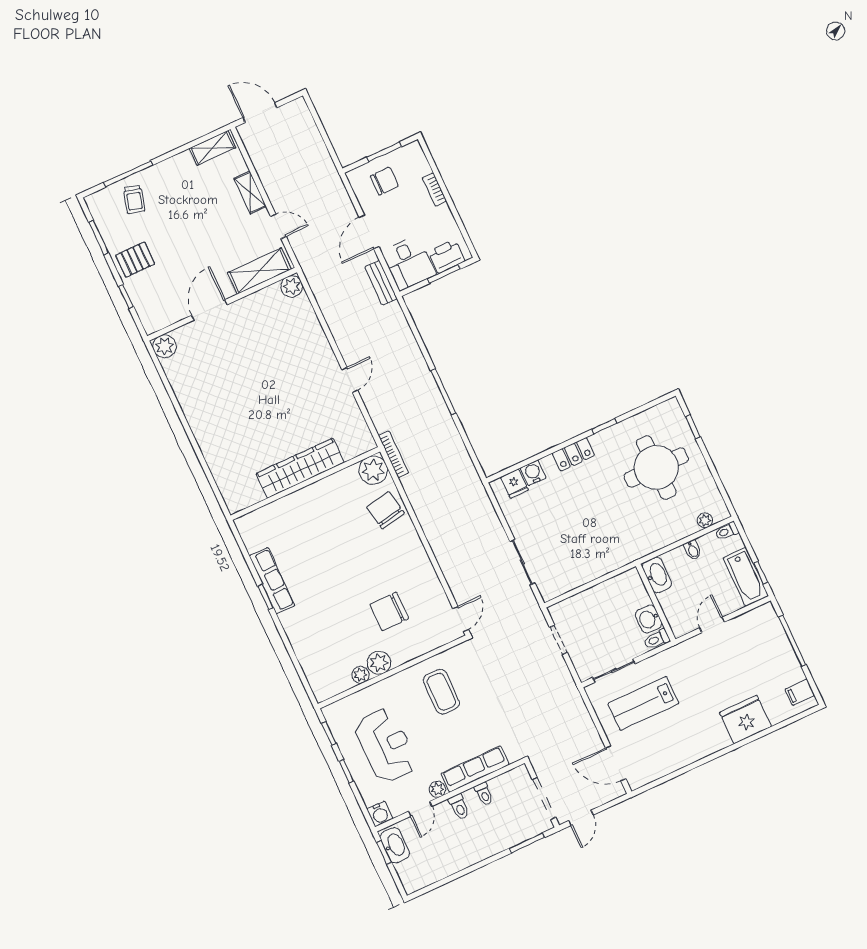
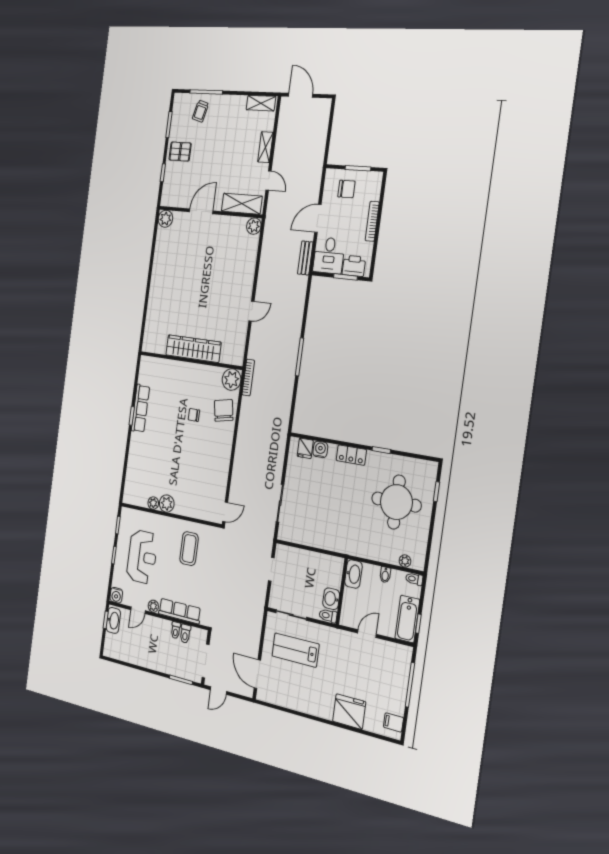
bookcase: (434, 189) -> (372, 221), width x1.56
chair: (389, 611) -> (194, 415), moved, width x0.54, depth x0.54
toilet: (459, 807) -> (185, 634), moved

